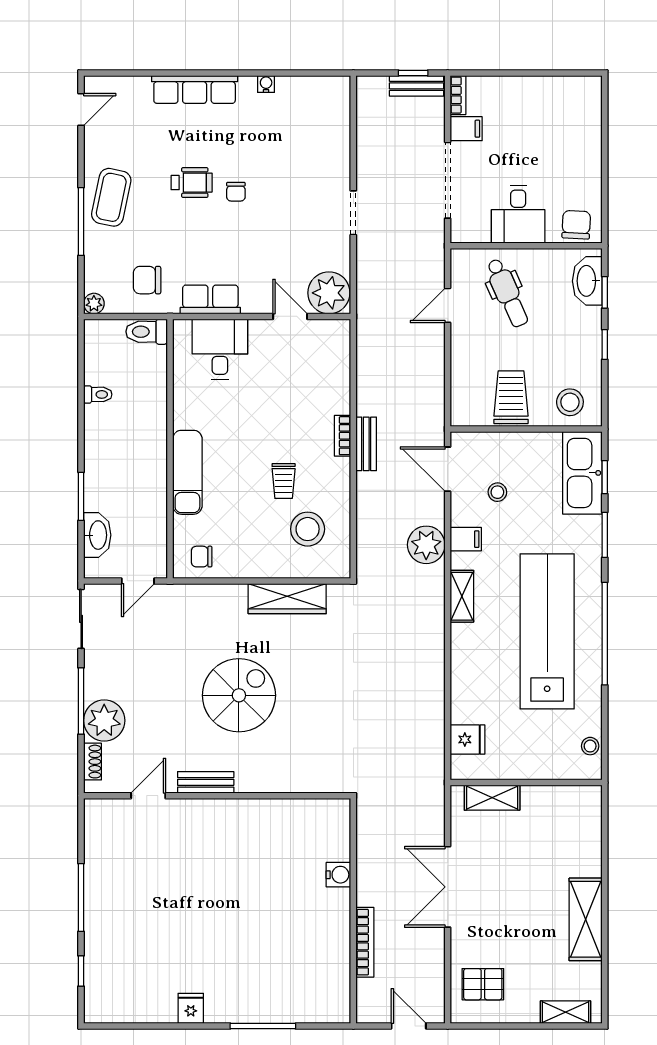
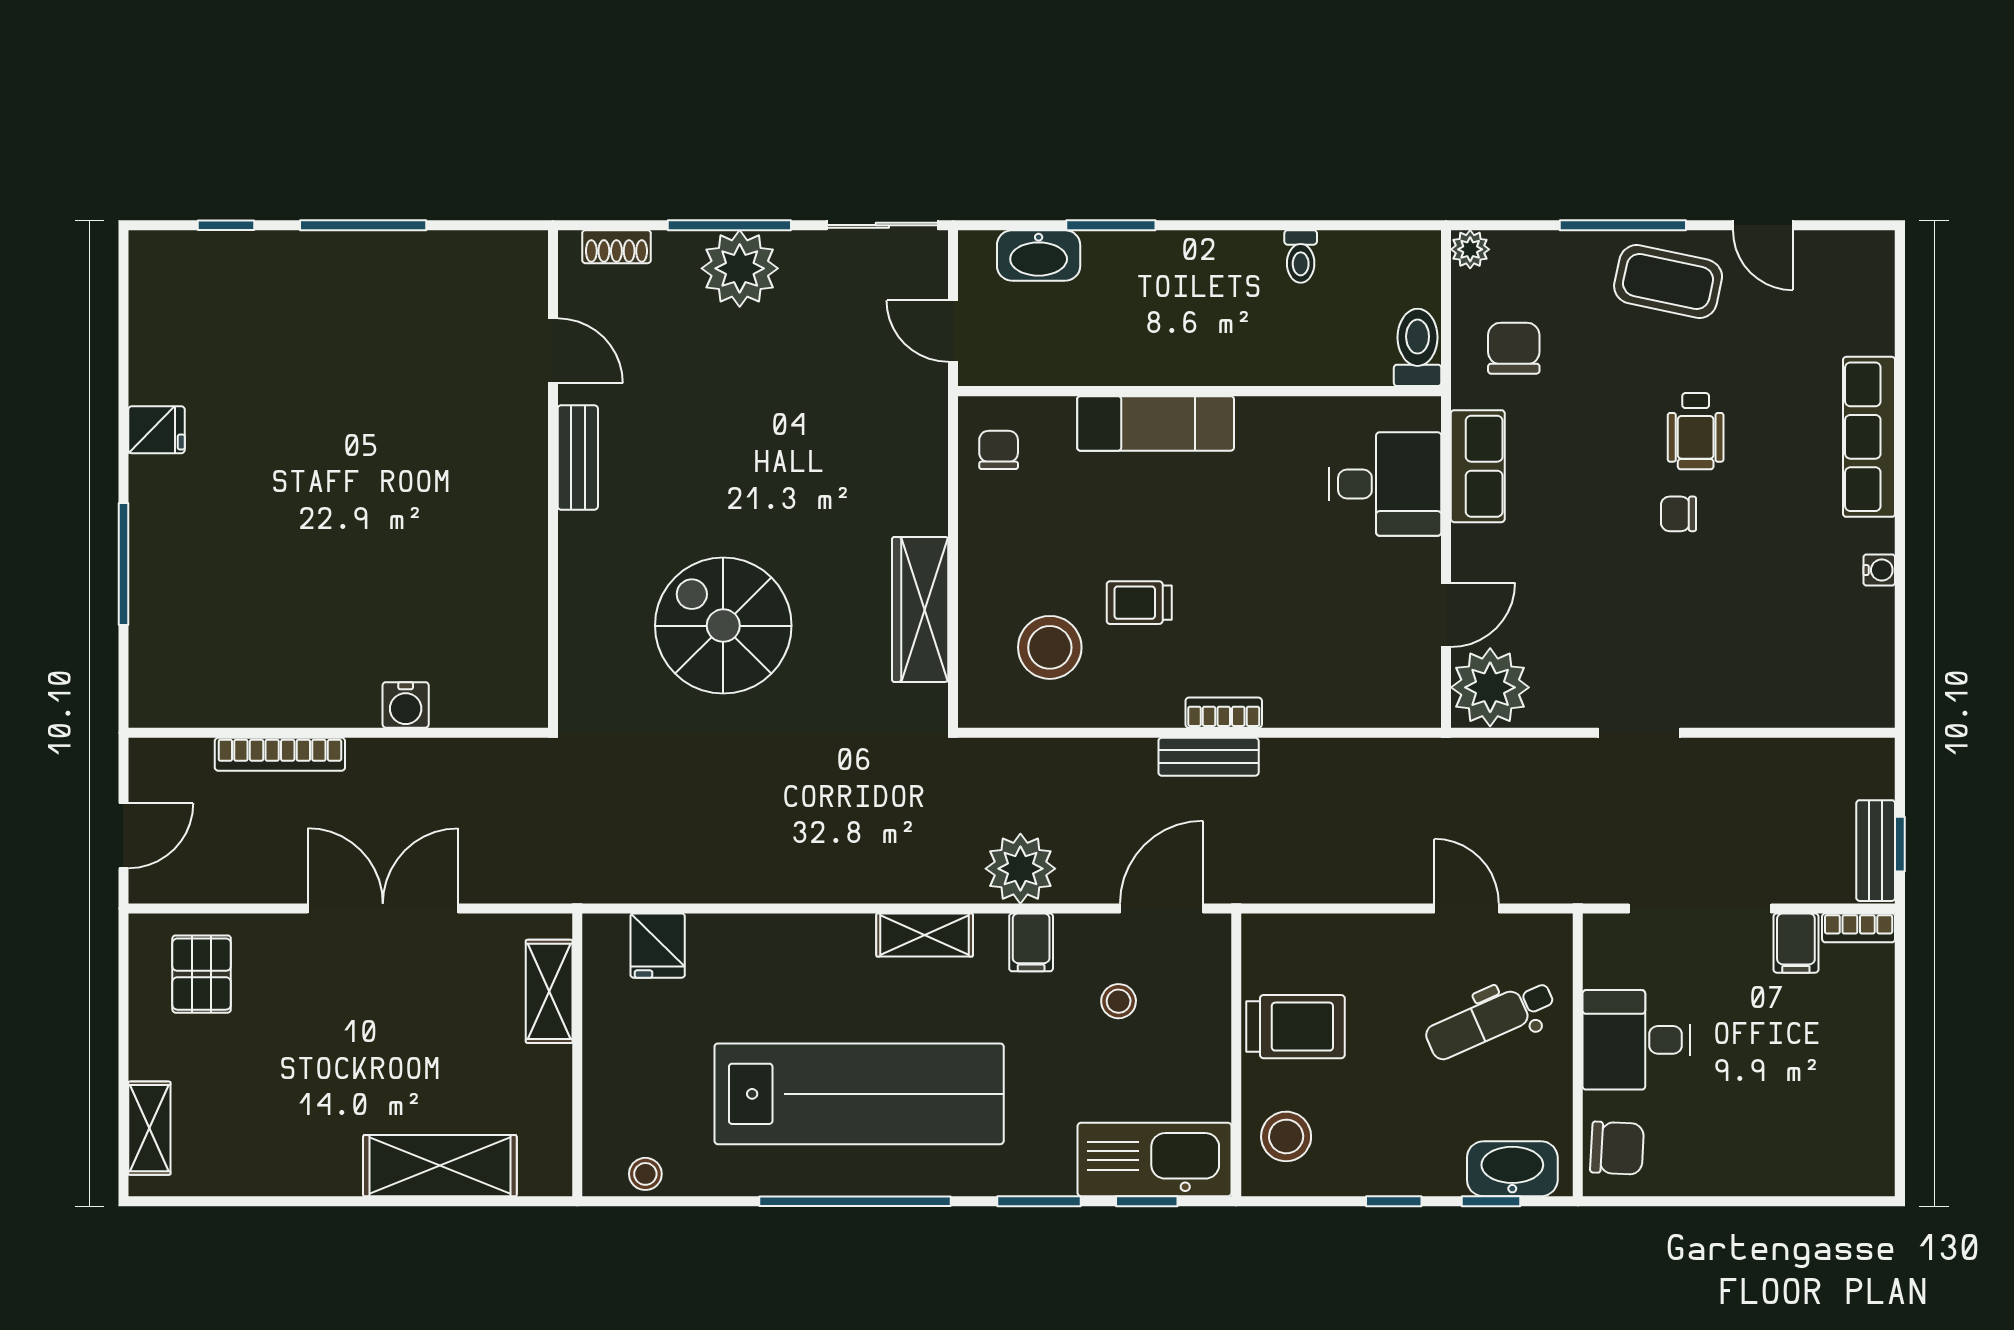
door: (81, 110) -> (1763, 225), moved
spiral stairs: (239, 695) -> (723, 626), moved, turned 180
plant: (104, 721) -> (740, 268), moved
shelving: (586, 919) -> (440, 1166), moved

